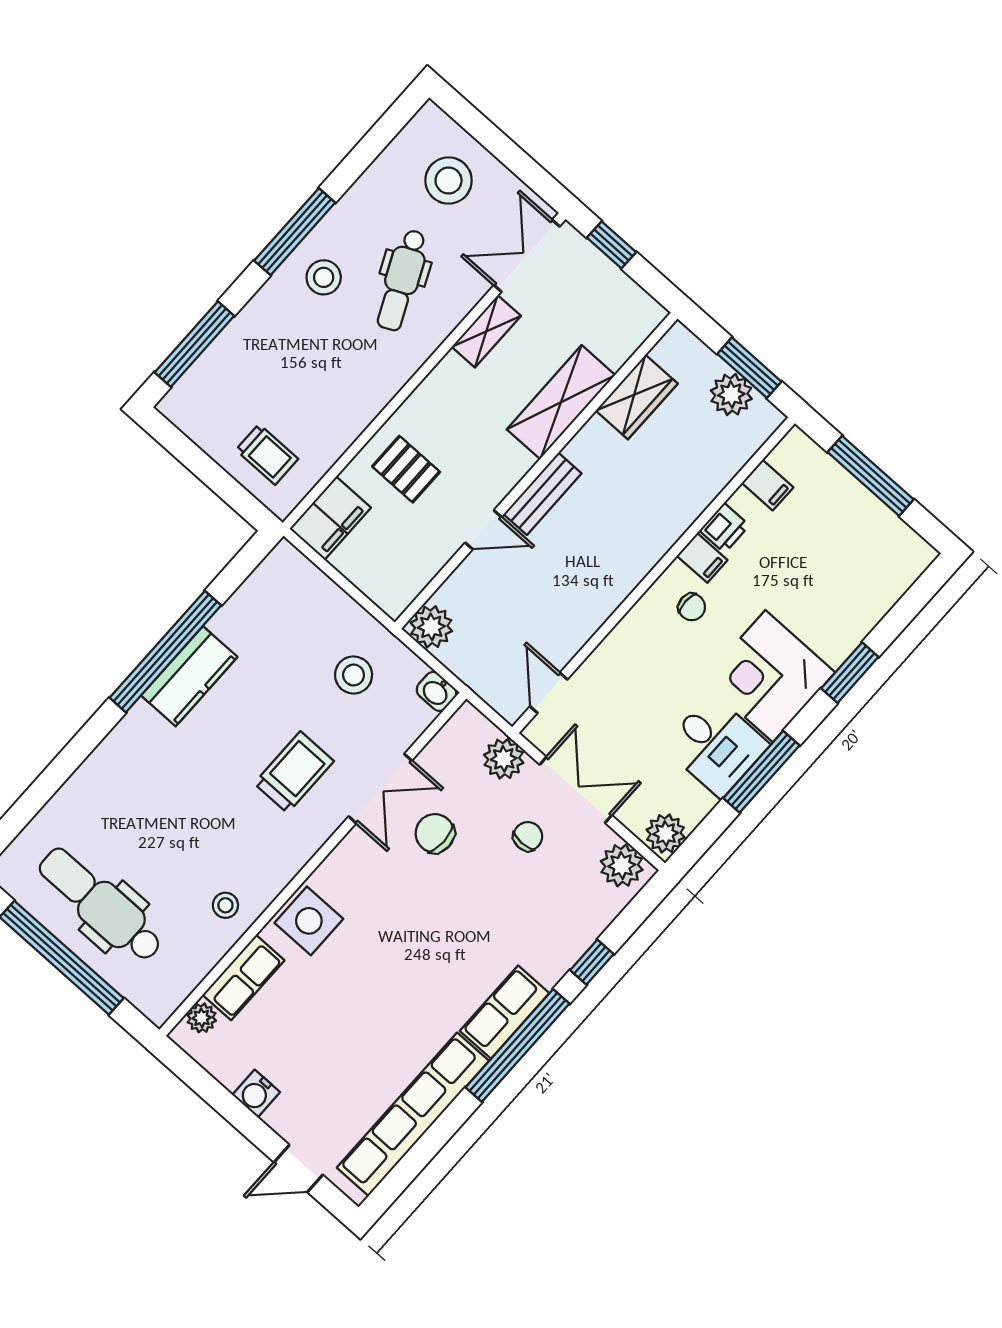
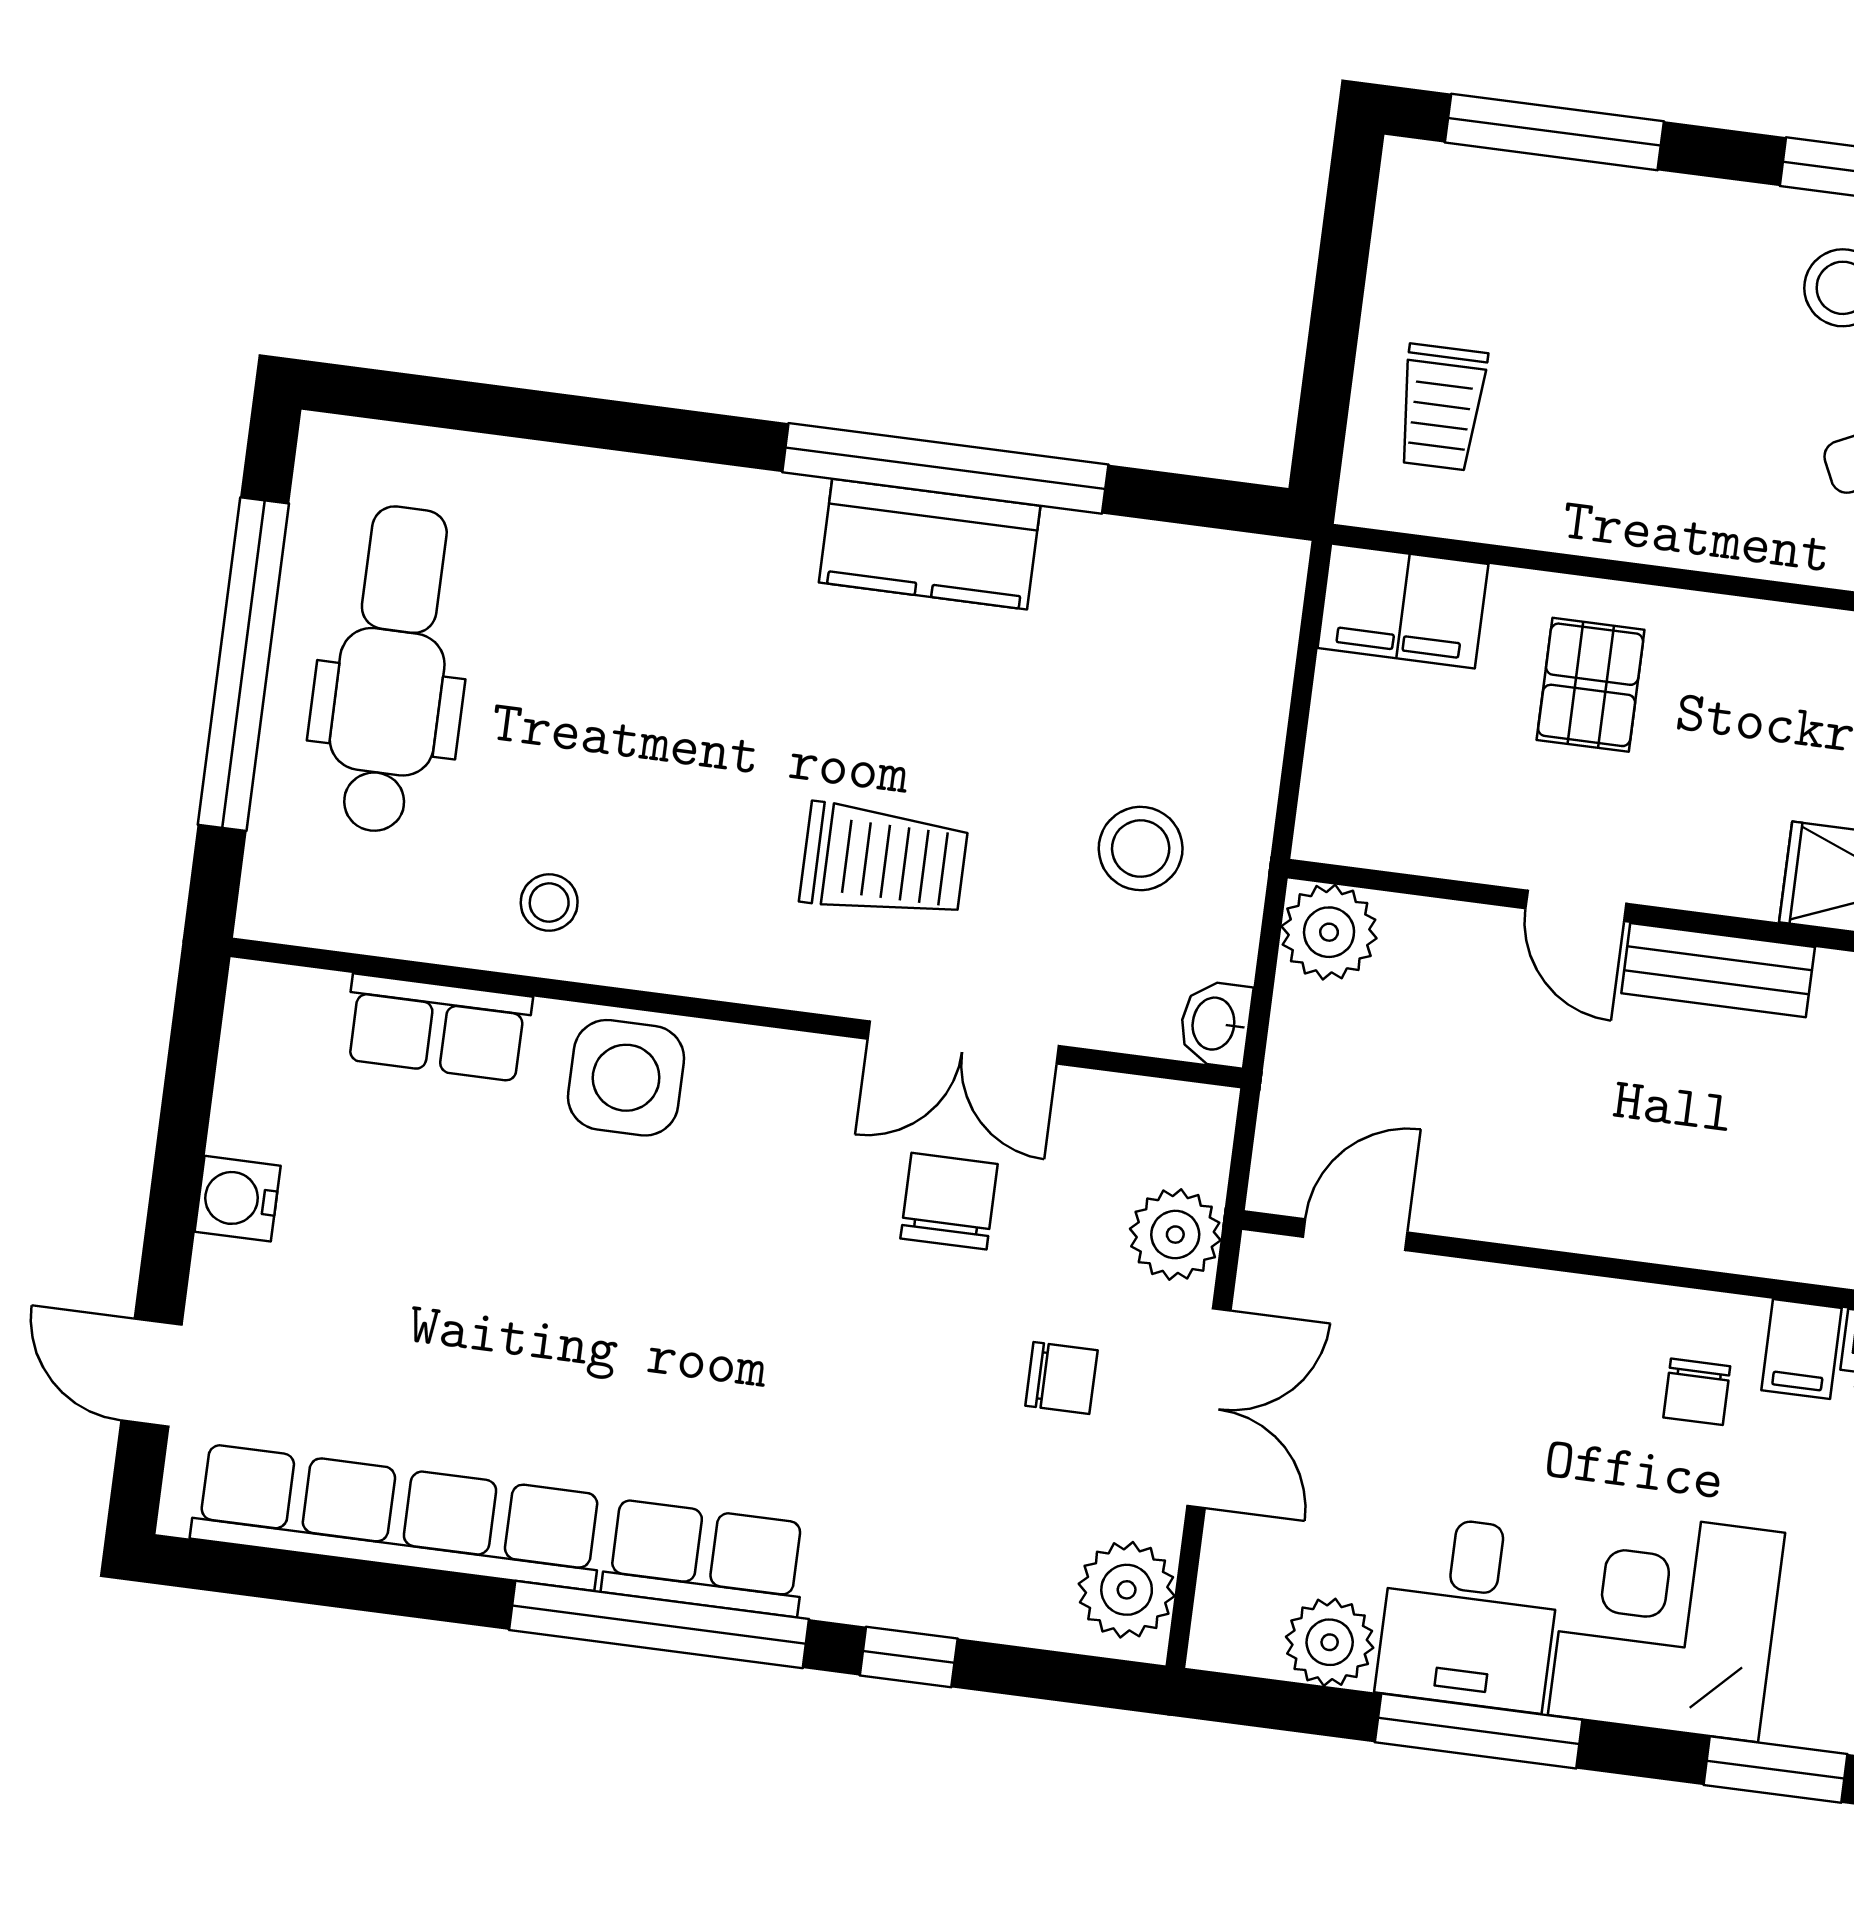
plant: (666, 834) -> (1330, 1642), moved
plant: (202, 1018) -> (309, 1001), removed

